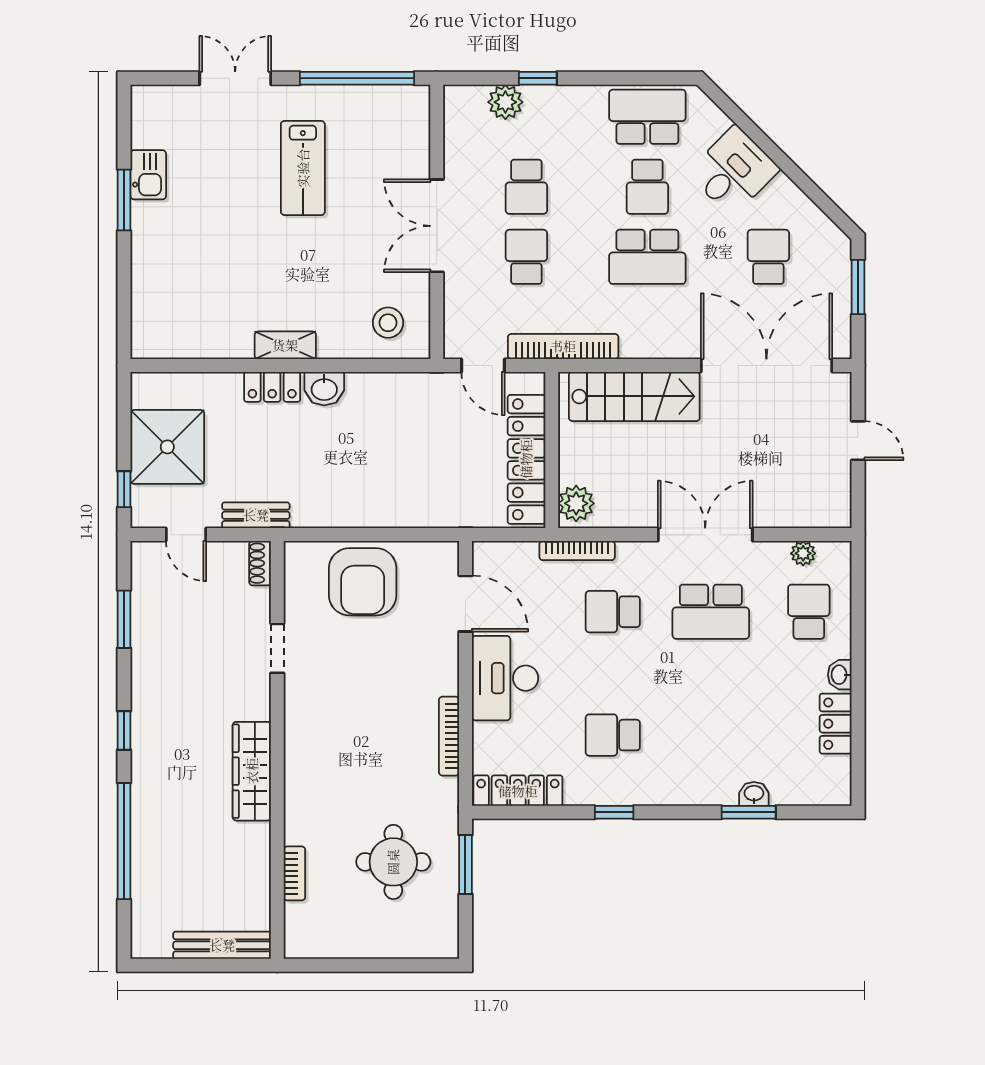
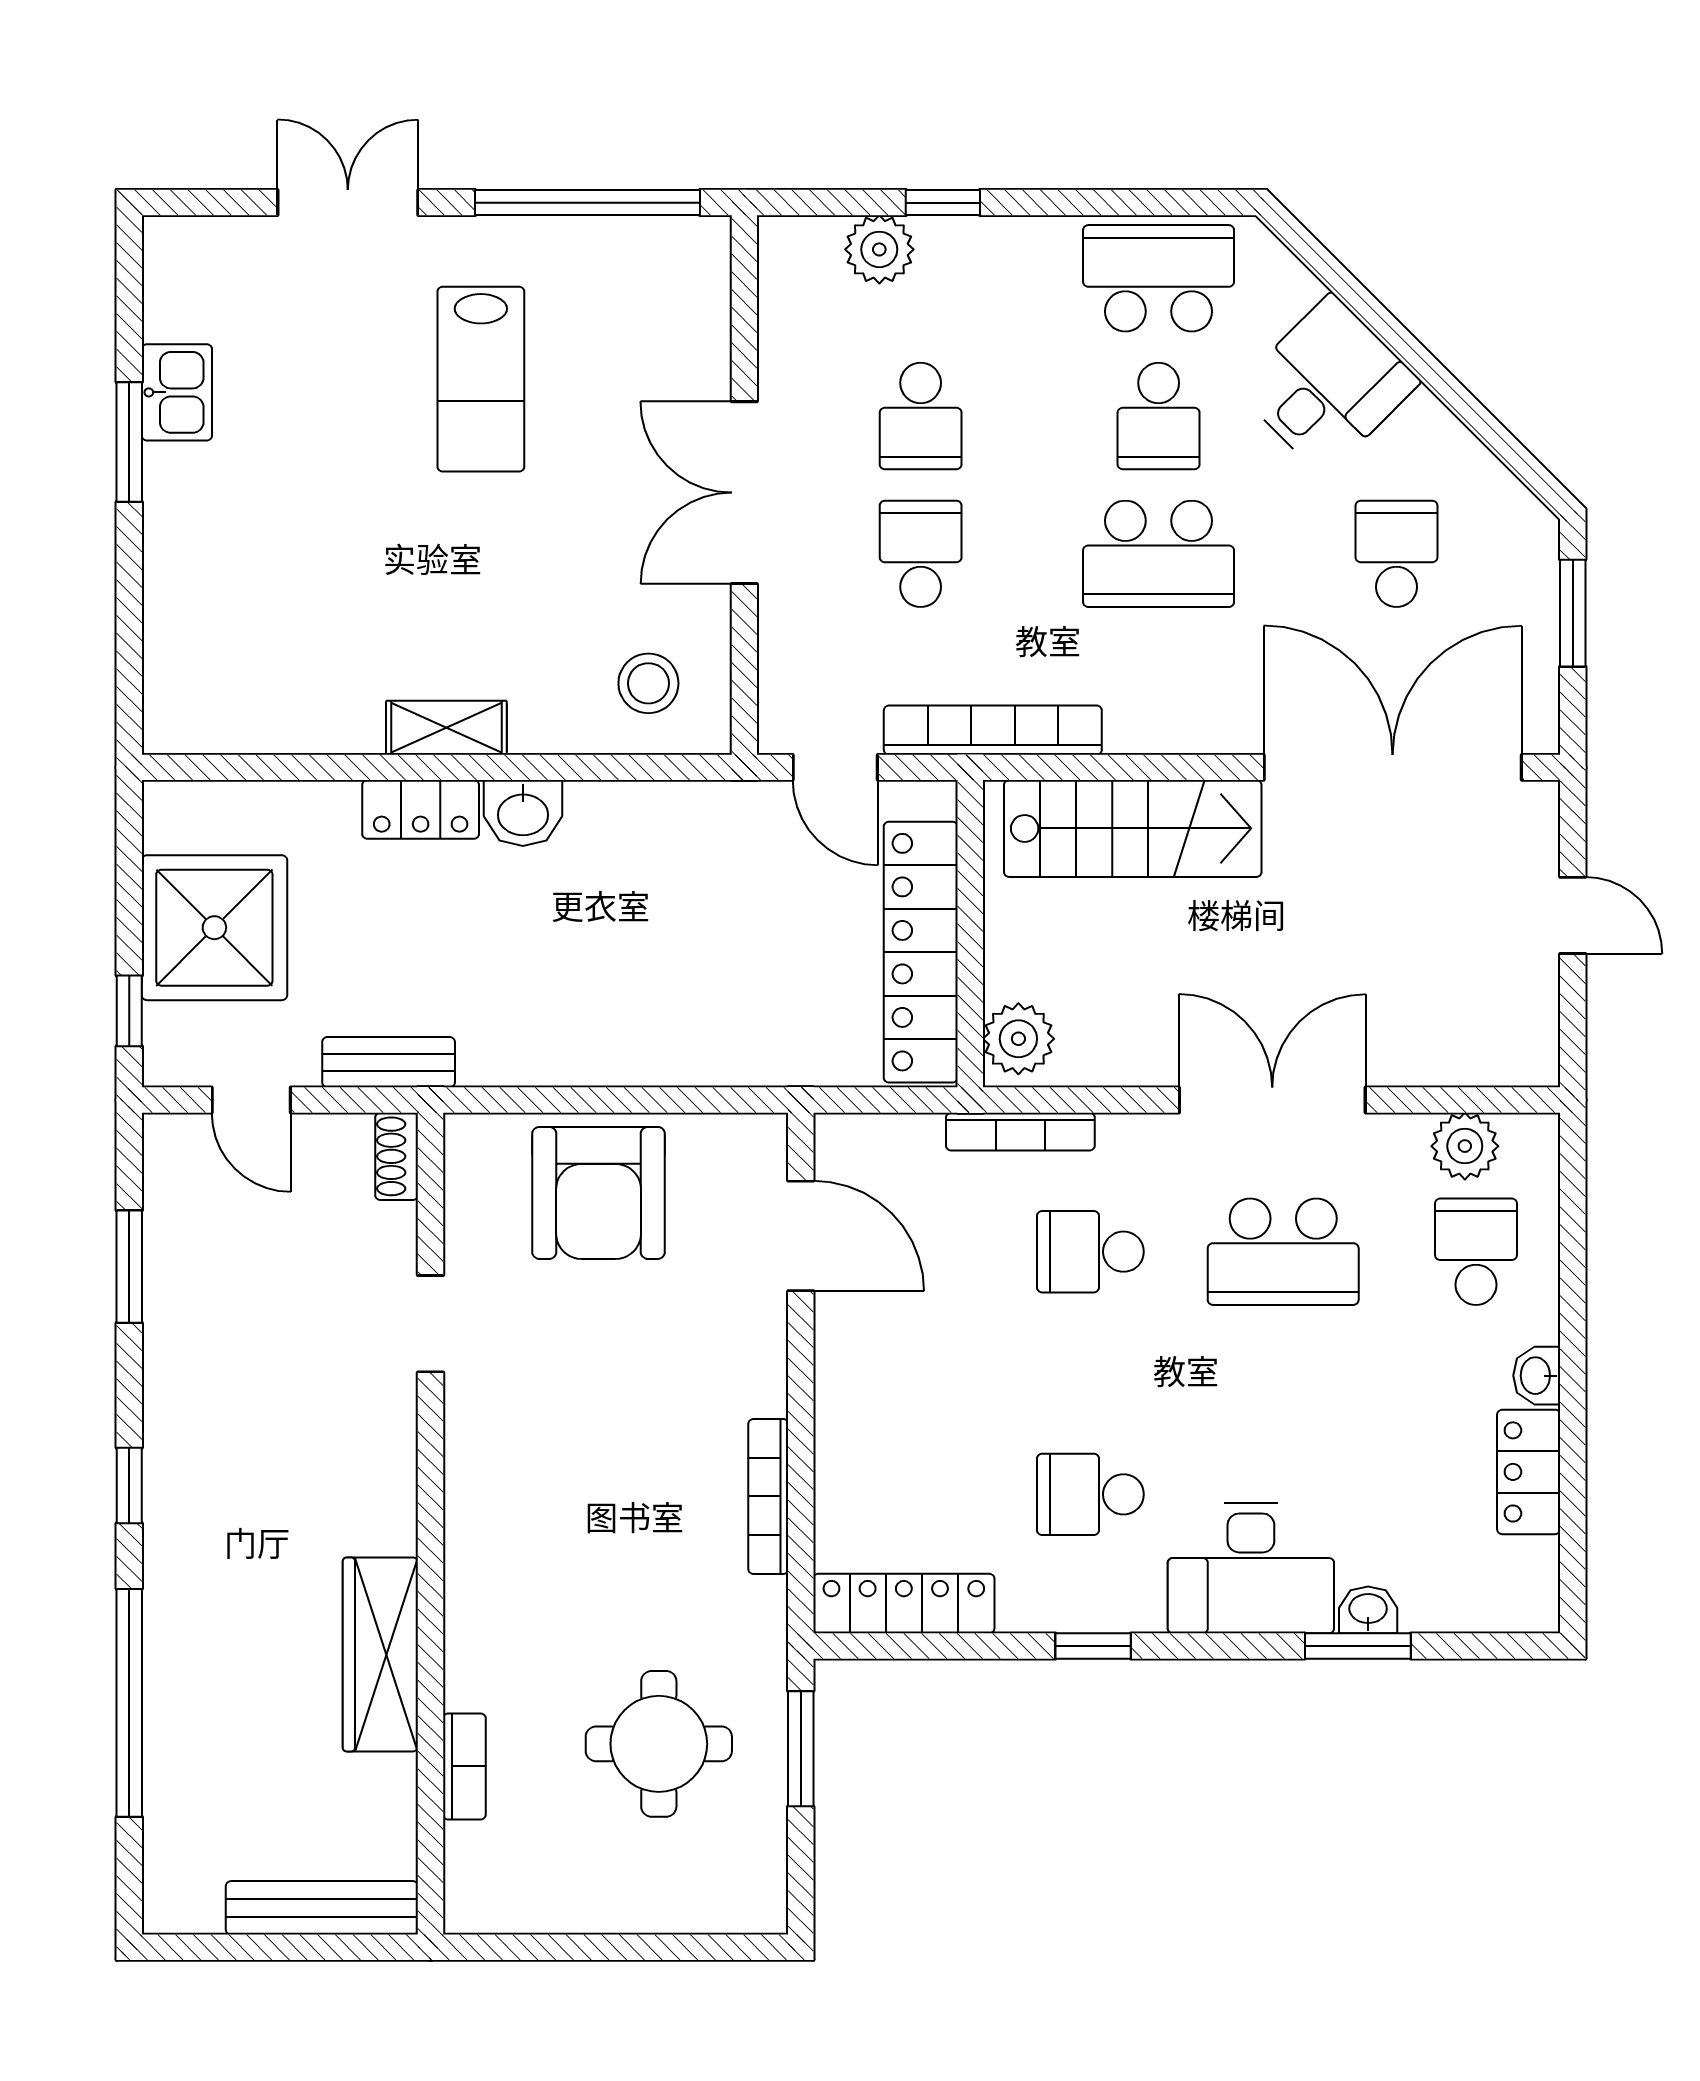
plant: (803, 553) -> (1465, 1146), width x1.38, depth x1.38
desk: (505, 678) -> (1251, 1568), moved, turned -90
wardrobe: (252, 771) -> (380, 1654), moved

